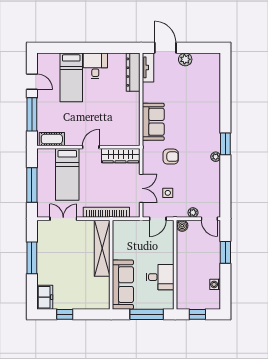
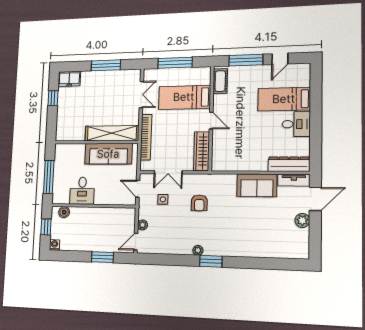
sofa: (153, 122) -> (257, 185), moved
boiler: (182, 226) -> (64, 212), moved
washing machine: (215, 284) -> (54, 245), moved
sofa: (123, 285) -> (108, 154), moved

